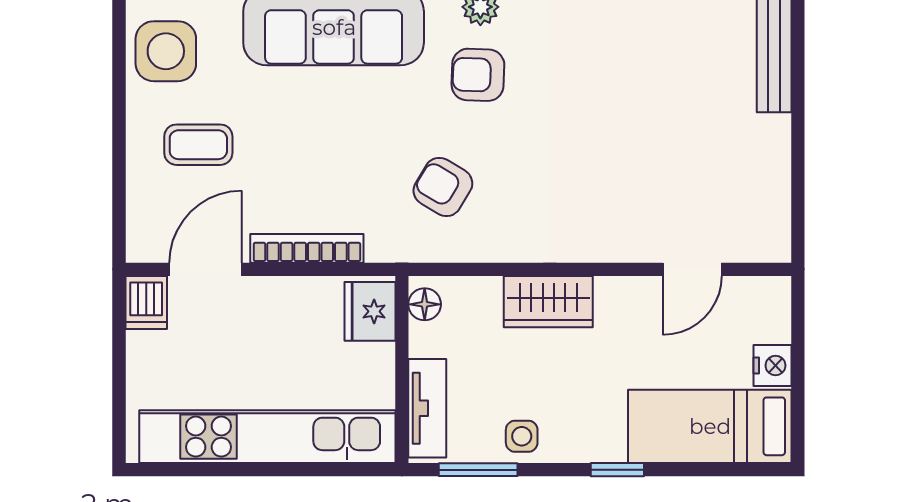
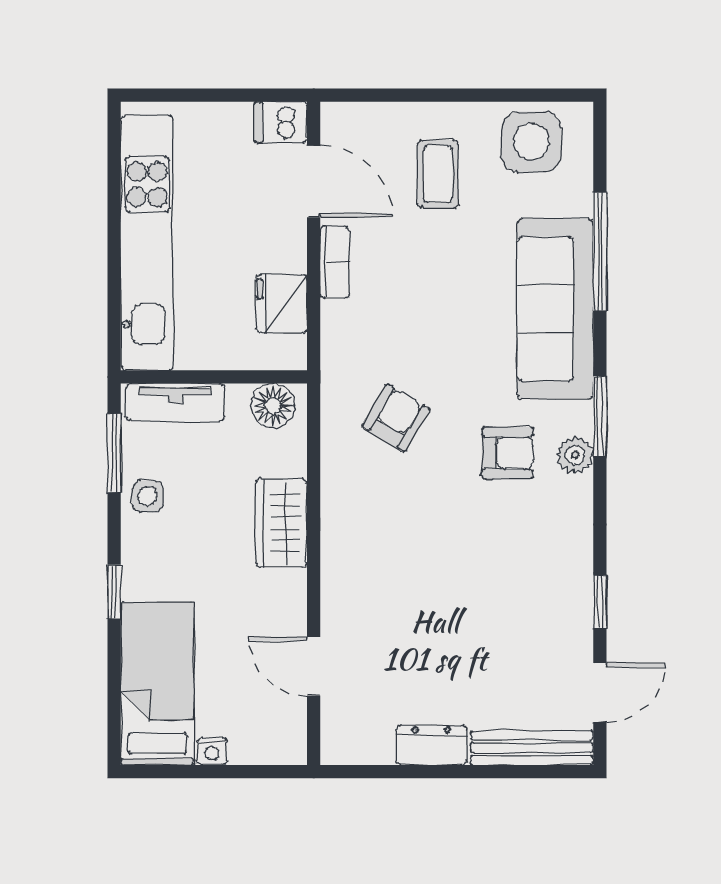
armchair: (478, 75) -> (508, 453), turned 88
dresser: (771, 151) -> (431, 745), added
bookcase: (307, 248) -> (335, 262), width x0.64
floor lamp: (425, 304) -> (273, 406), width x1.37, depth x1.37
fridge: (370, 311) -> (282, 304), moved, turned -90
nightstand: (772, 366) -> (212, 751), width x0.72, depth x0.74

